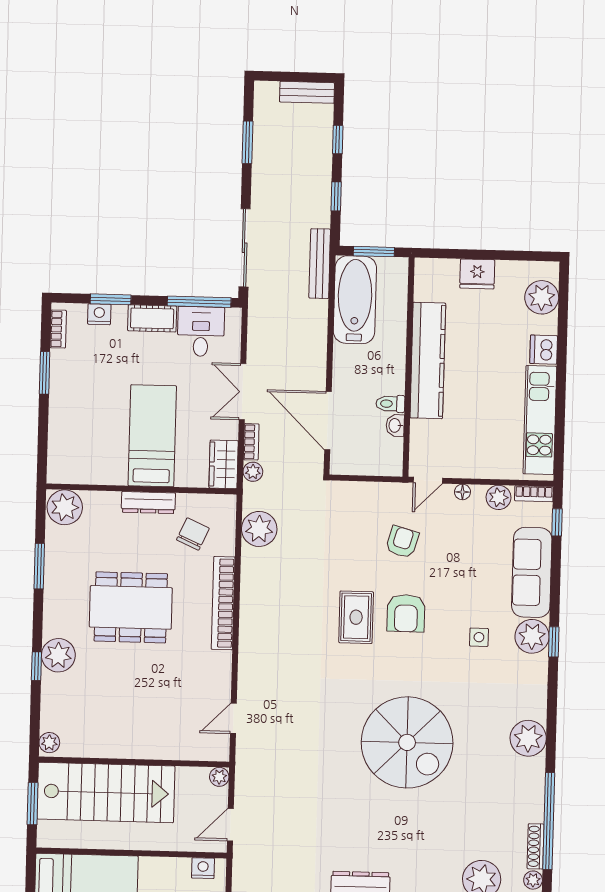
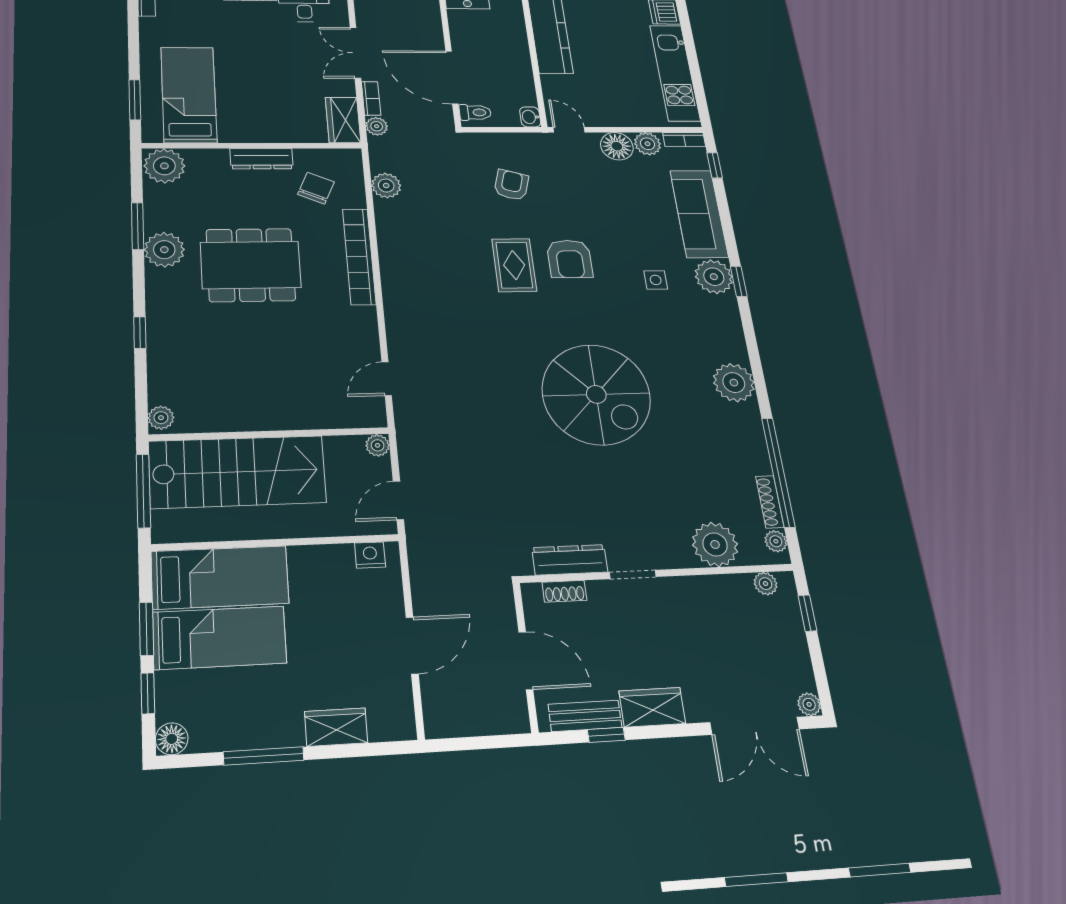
window: (45, 373) -> (135, 100), moved
toilet: (390, 404) -> (475, 112), moved, turned 180
washbasin: (395, 425) -> (530, 117), moved
bed: (152, 436) -> (189, 95), moved
door: (428, 480) -> (569, 130), swing flipped
floor lamp: (462, 492) -> (617, 146), width x1.89, depth x1.89
plant: (259, 529) -> (386, 185), width x0.73, depth x0.73
armchair: (402, 542) -> (511, 185), moved
plant: (58, 655) -> (164, 250), moved
window: (33, 804) -> (143, 491), width x1.44

